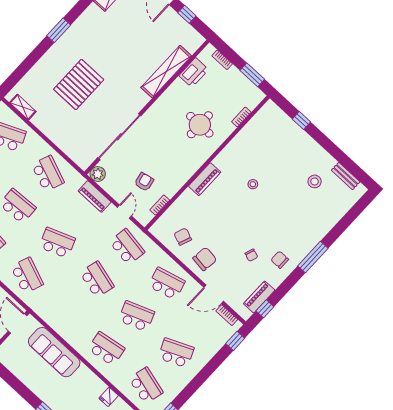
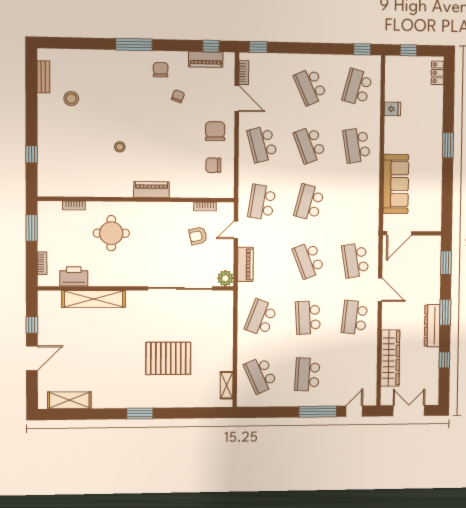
chair: (183, 237) -> (213, 165), turned 69
chair: (205, 259) -> (215, 131), turned 83
chair: (280, 260) -> (161, 70), turned 180
school desk: (27, 275) -> (355, 260), turned -30

